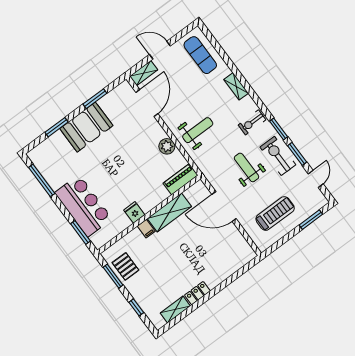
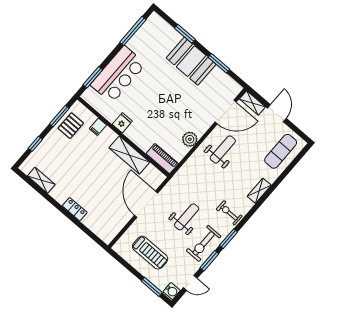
weight bench: (198, 130) -> (223, 149), moved, turned -90
exercise bike: (278, 156) -> (204, 243), turned 180
water cooler: (320, 200) -> (172, 291), added
filing cabinet: (146, 229) -> (98, 127), moved
locker: (197, 293) -> (75, 209), moved

